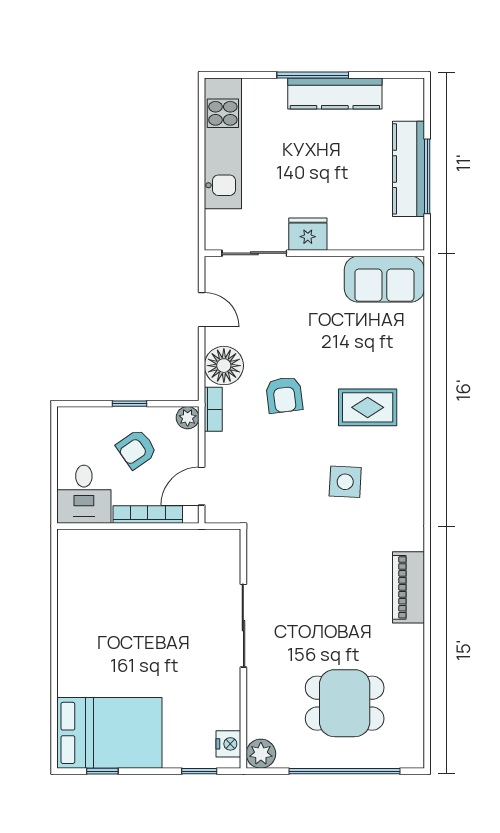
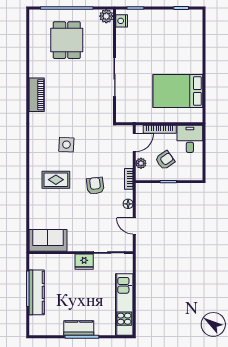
kitchen counter: (335, 94) -> (79, 328), width x0.67
floor lamp: (224, 366) -> (128, 204), width x0.53, depth x0.53
plant: (188, 418) -> (141, 163), moved
dining table: (345, 703) -> (67, 40), turned 90
bed: (109, 733) -> (178, 91), moved

